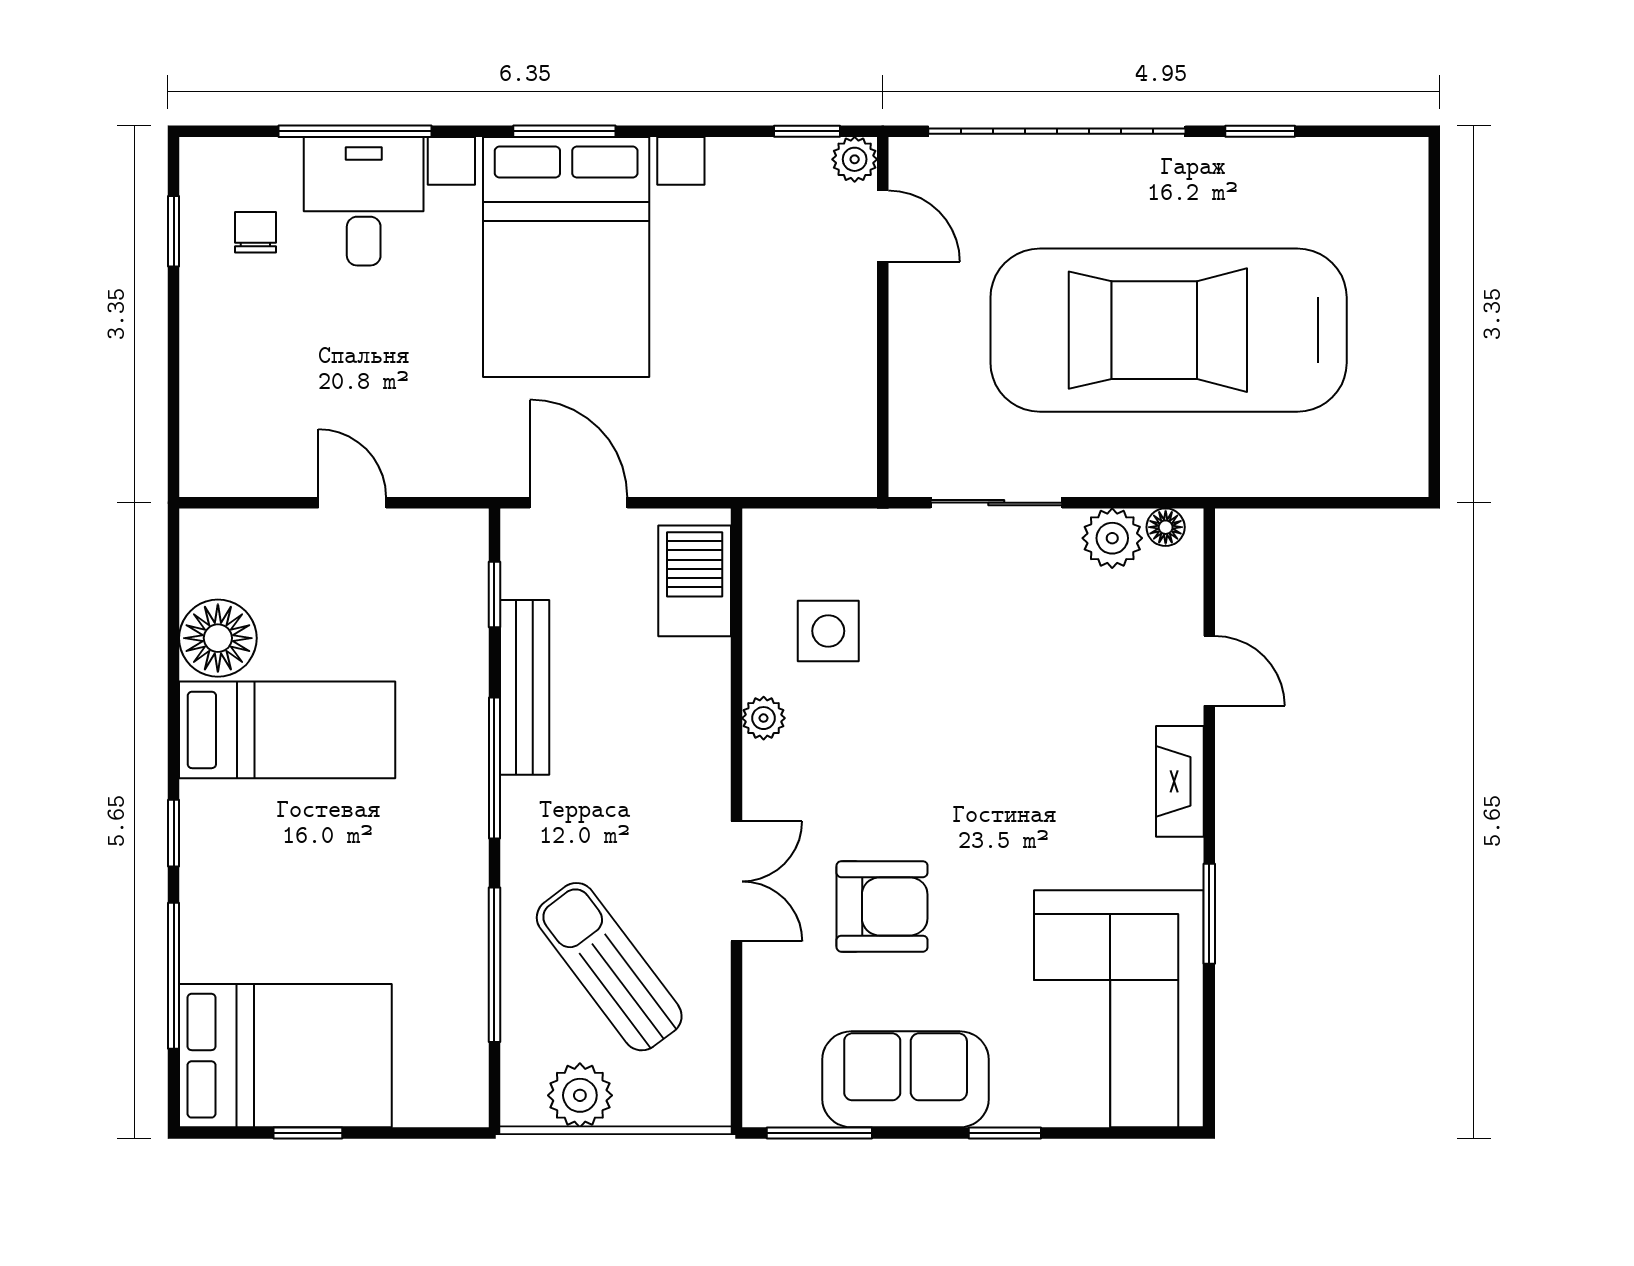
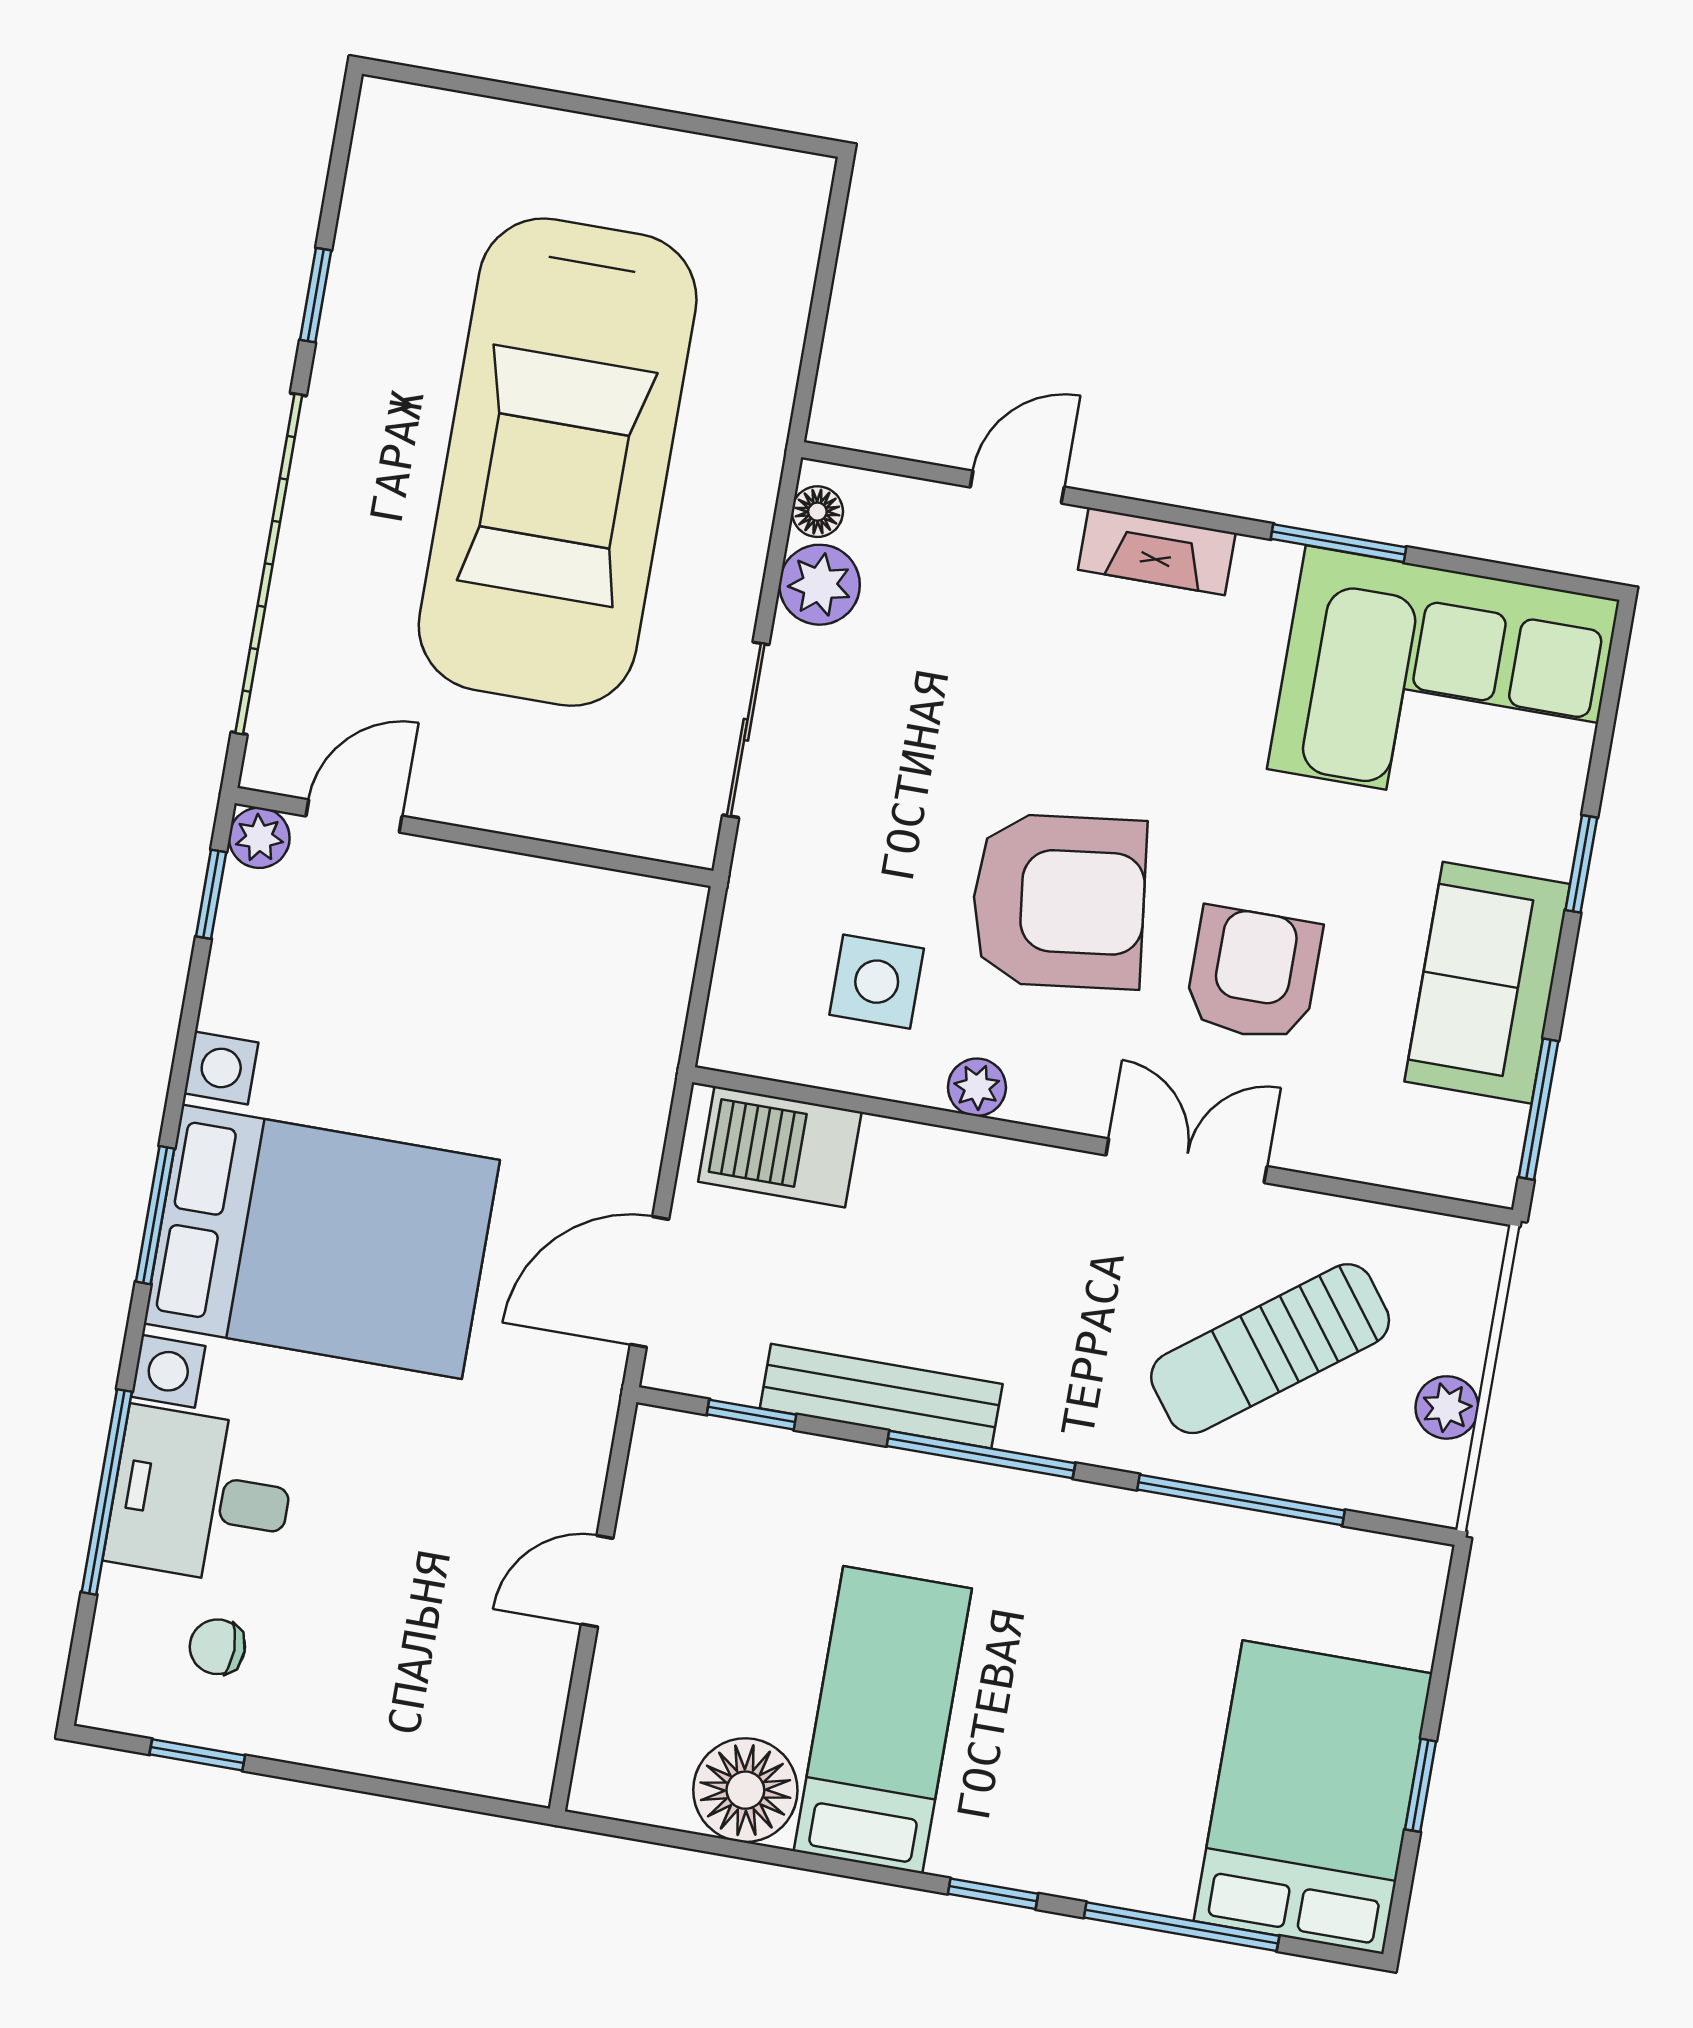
armchair: (911, 754) -> (1059, 901), added
plant: (580, 1095) -> (1447, 1407), width x0.73, depth x0.73

